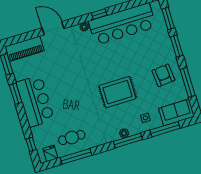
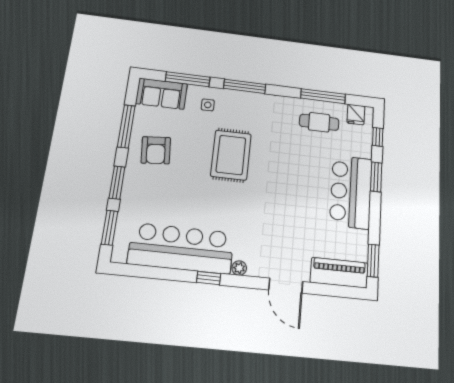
rug: (118, 92) -> (231, 155), turned 90
window: (16, 94) -> (376, 177), moved
plant: (124, 133) -> (246, 98), removed

